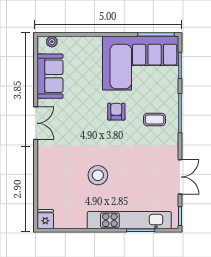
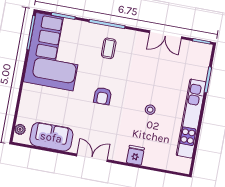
armchair: (116, 112) -> (102, 96), moved, turned -90
stool: (98, 175) -> (150, 110), width x0.53, depth x0.53
double door: (180, 177) -> (165, 35), swing flipped
fridge: (45, 219) -> (135, 155), moved, turned 90
kitchen unit: (129, 220) -> (191, 119), moved

